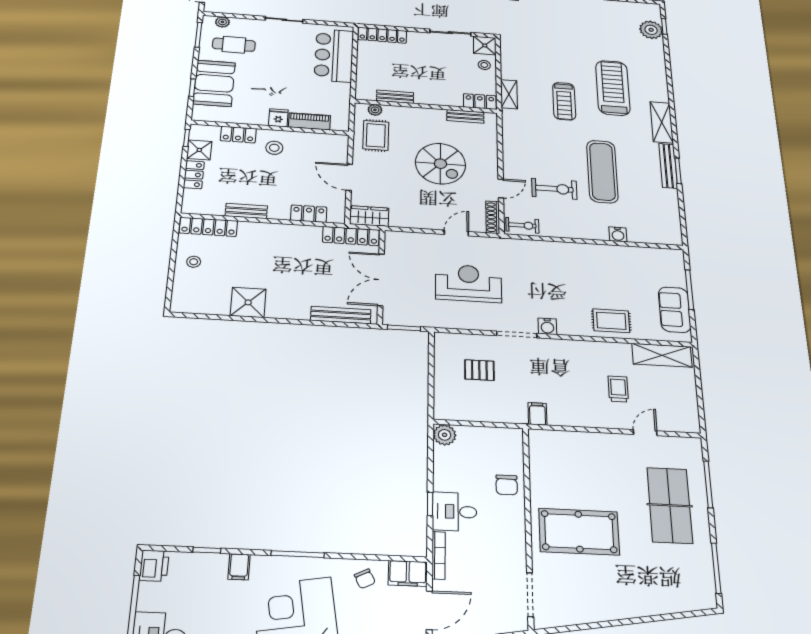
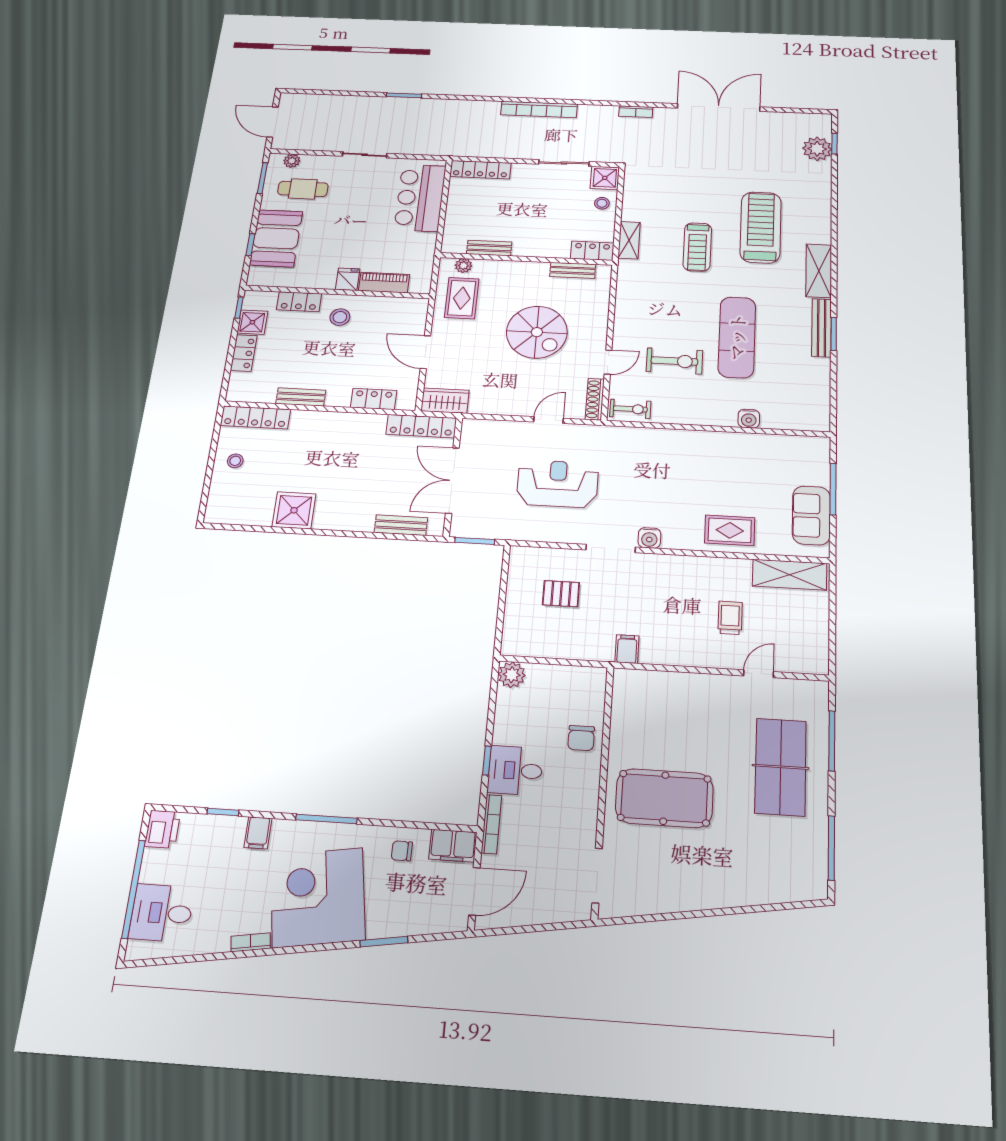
bench: (341, 315) -> (401, 525), width x0.73
chair: (365, 579) -> (402, 851), turned 116

